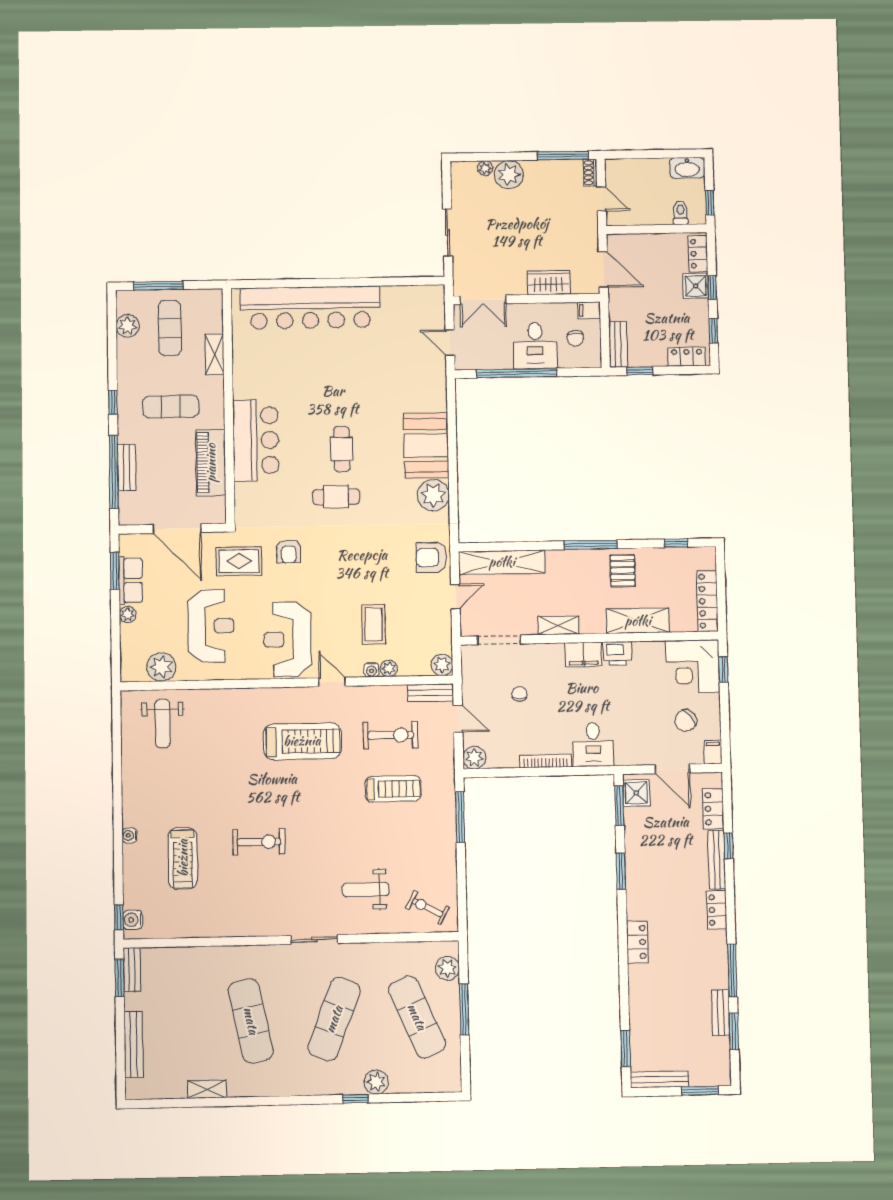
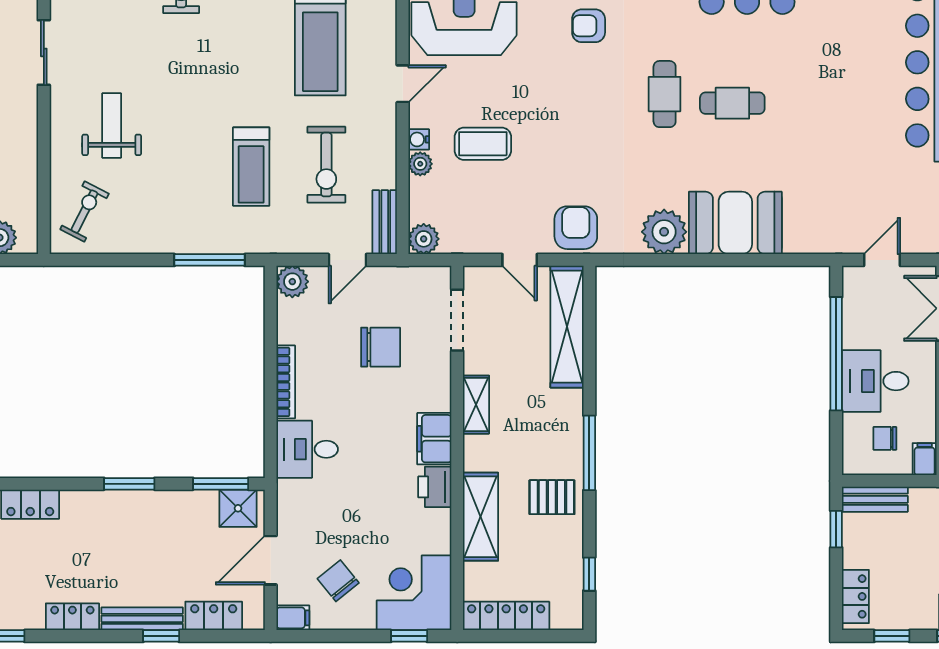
chair: (519, 694) -> (381, 347), width x1.87, depth x1.87

